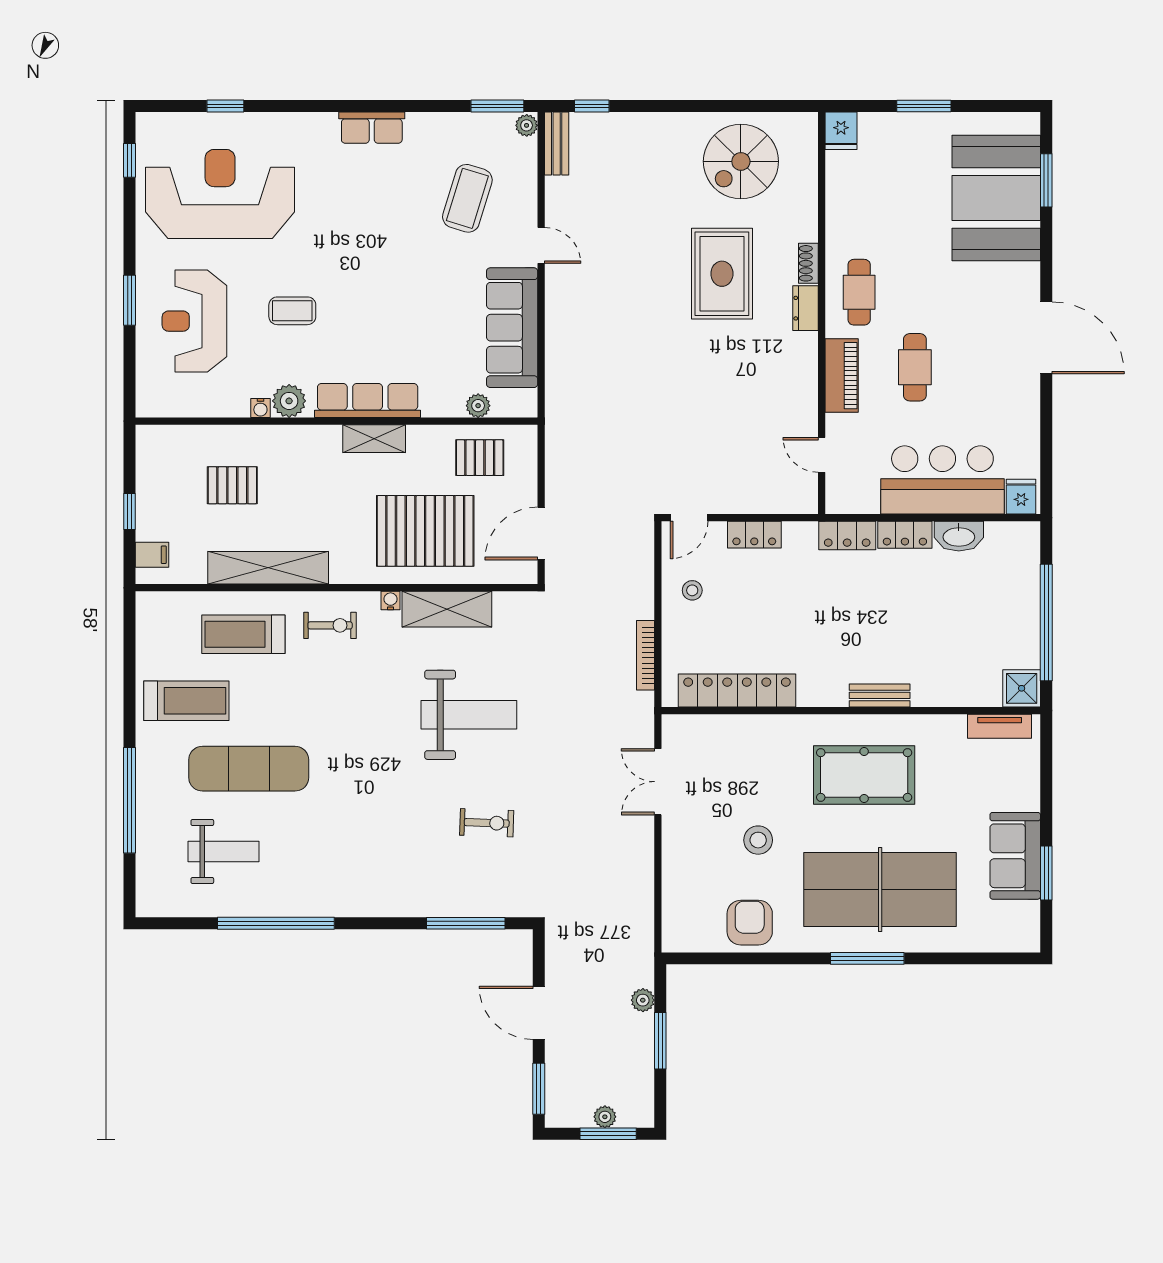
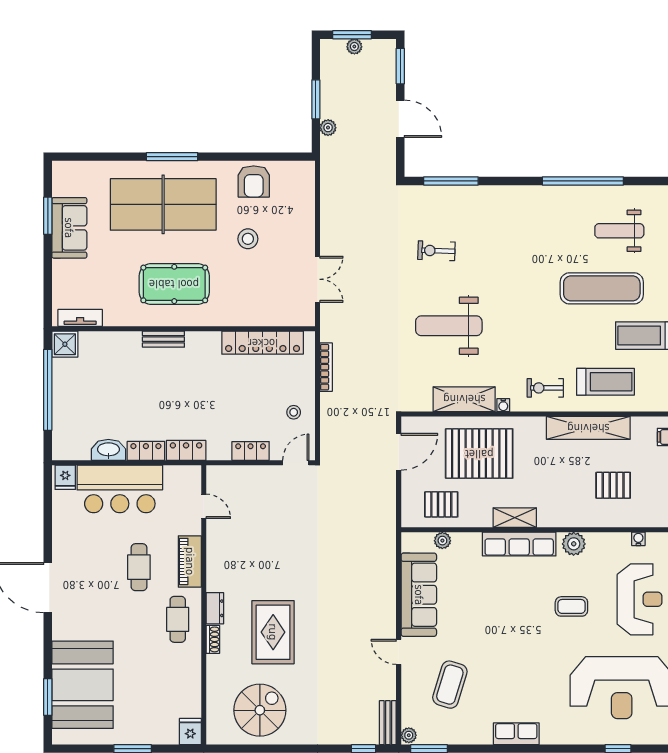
water cooler: (260, 408) -> (638, 539), moved

